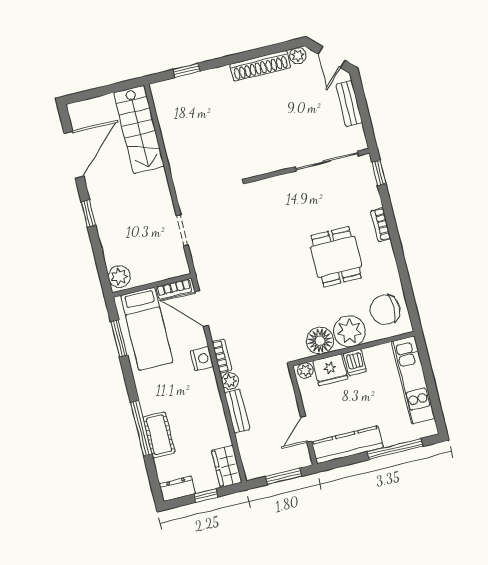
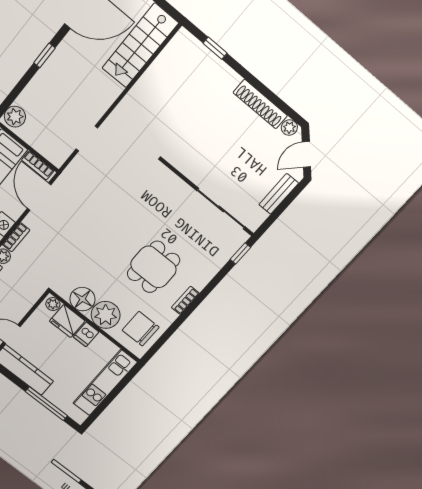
bookcase: (381, 225) -> (185, 300), moved

